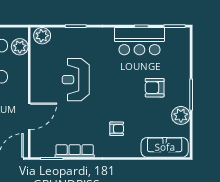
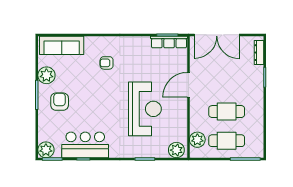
plant: (181, 36) -> (46, 150), added
reception desk: (76, 80) -> (145, 109), width x1.36, depth x1.30
armchair: (155, 88) -> (60, 102), moved, turned -90
door: (29, 116) -> (188, 85), moved
row of seats: (75, 151) -> (169, 42), moved

